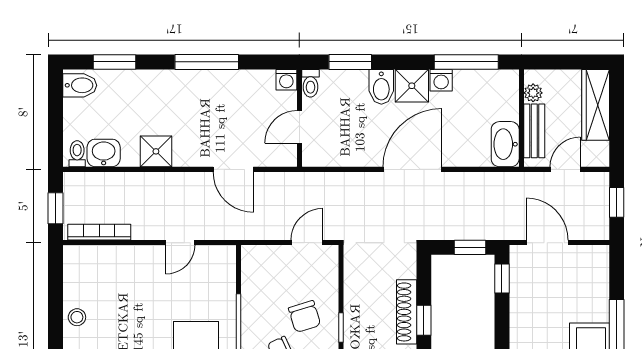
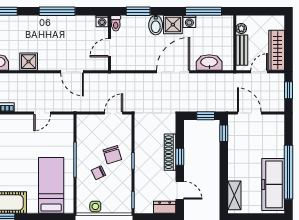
wardrobe: (596, 105) -> (277, 50), moved
washbasin: (505, 144) -> (209, 63), moved, turned 90

